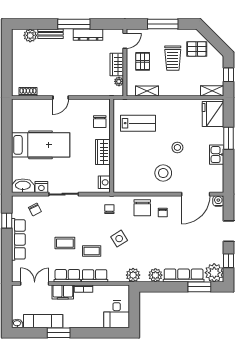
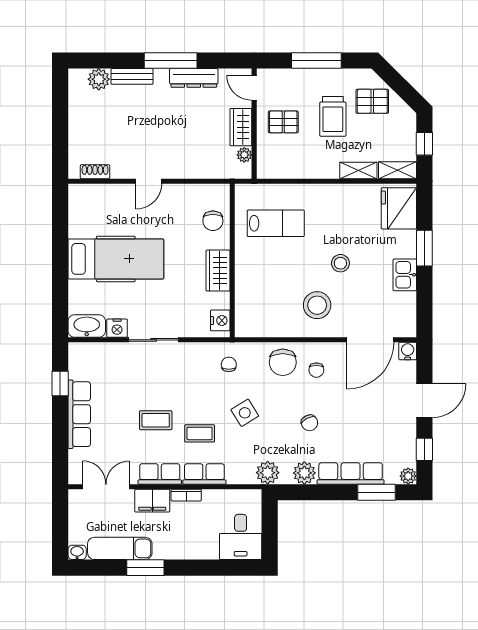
door: (125, 41) -> (254, 88), swing flipped
pallet: (143, 61) -> (283, 122), turned 90
shelving: (147, 91) -> (358, 170), moved
chair: (35, 209) -> (309, 423), moved
plant: (214, 273) -> (408, 476), width x0.53, depth x0.53

